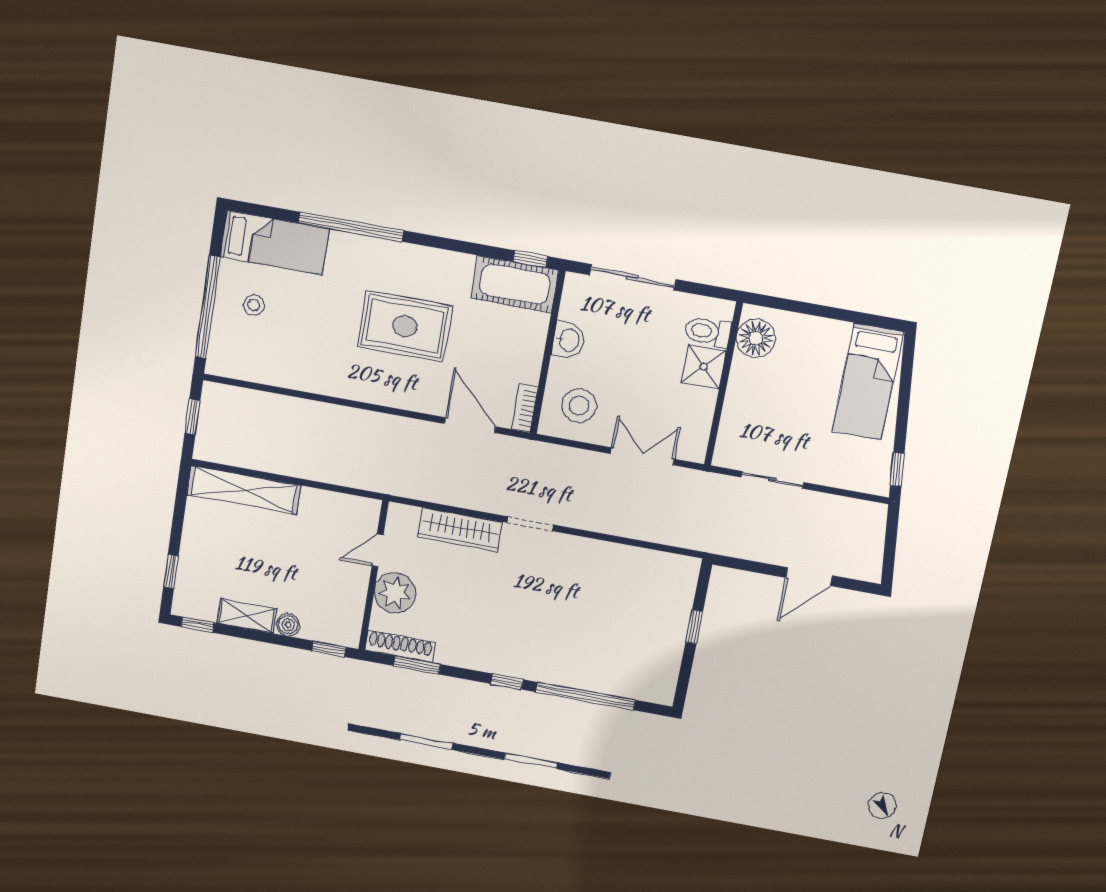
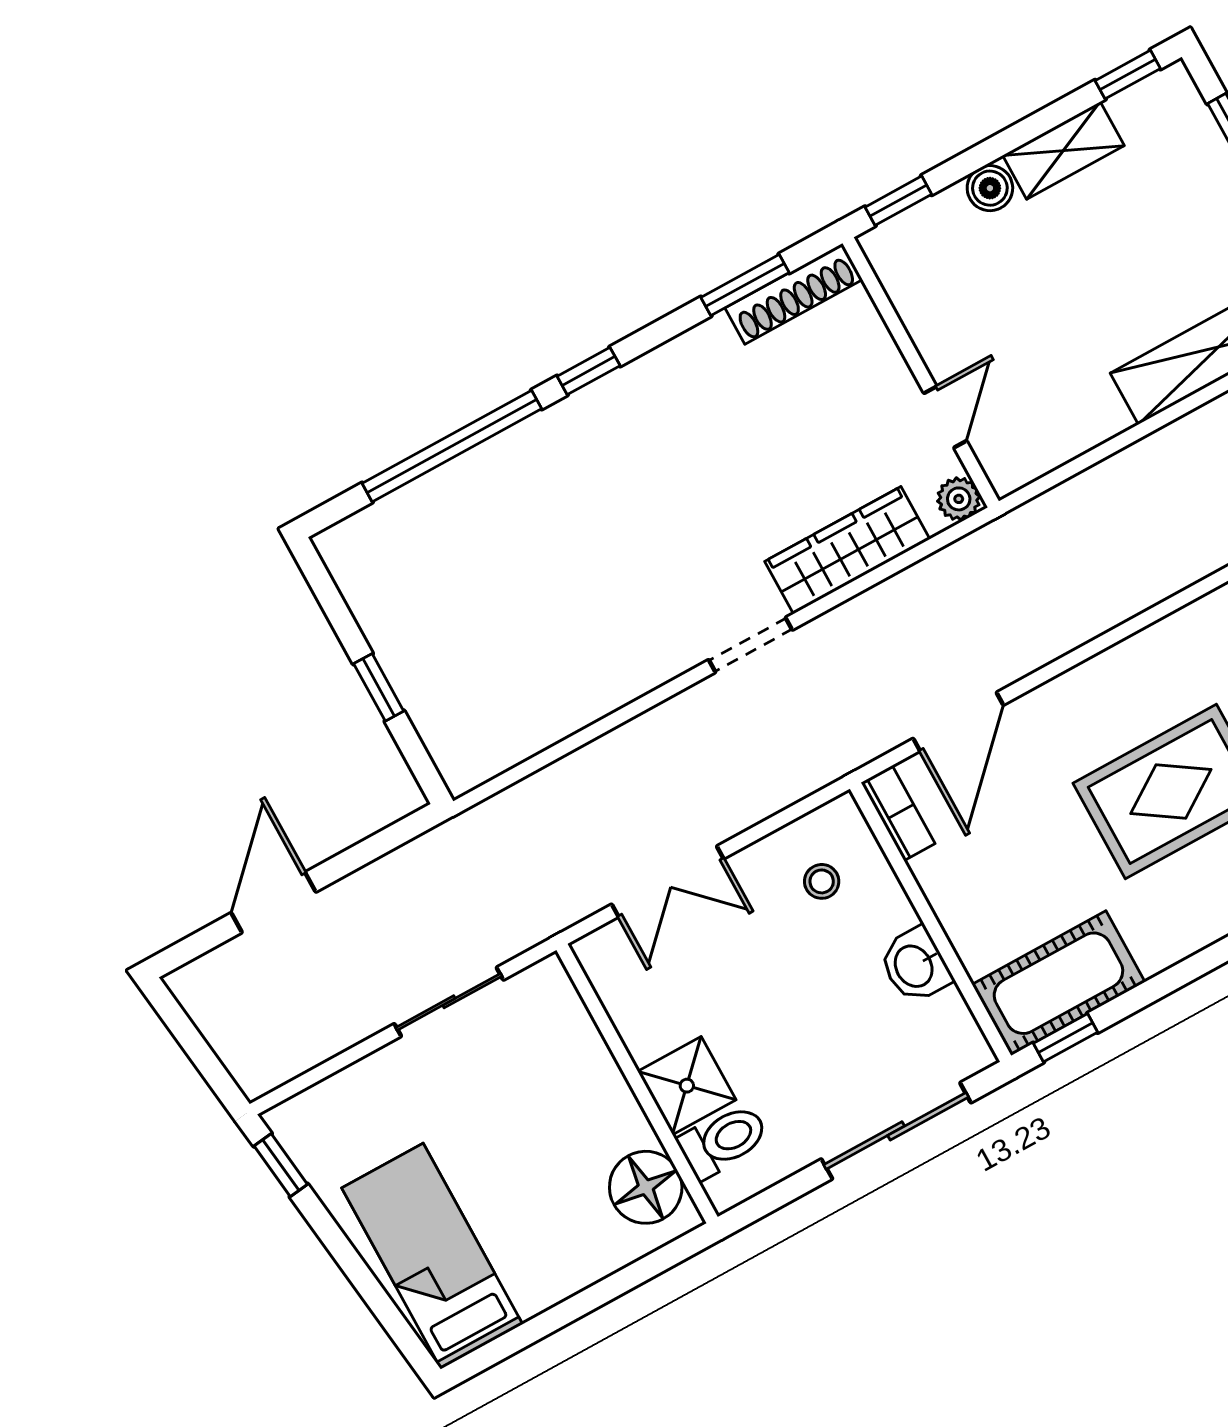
stool: (579, 405) -> (822, 881), width x0.53, depth x0.53
door: (470, 425) -> (958, 722), hinge flipped
plant: (395, 593) -> (959, 499), moved, width x0.53, depth x0.53

